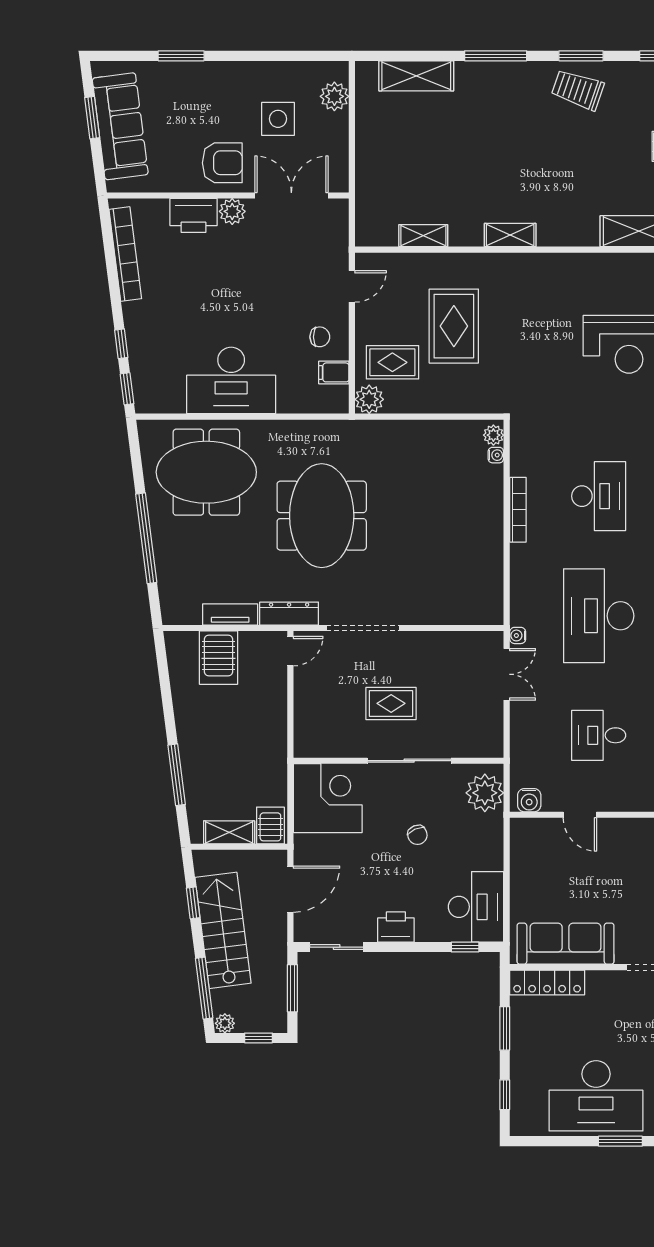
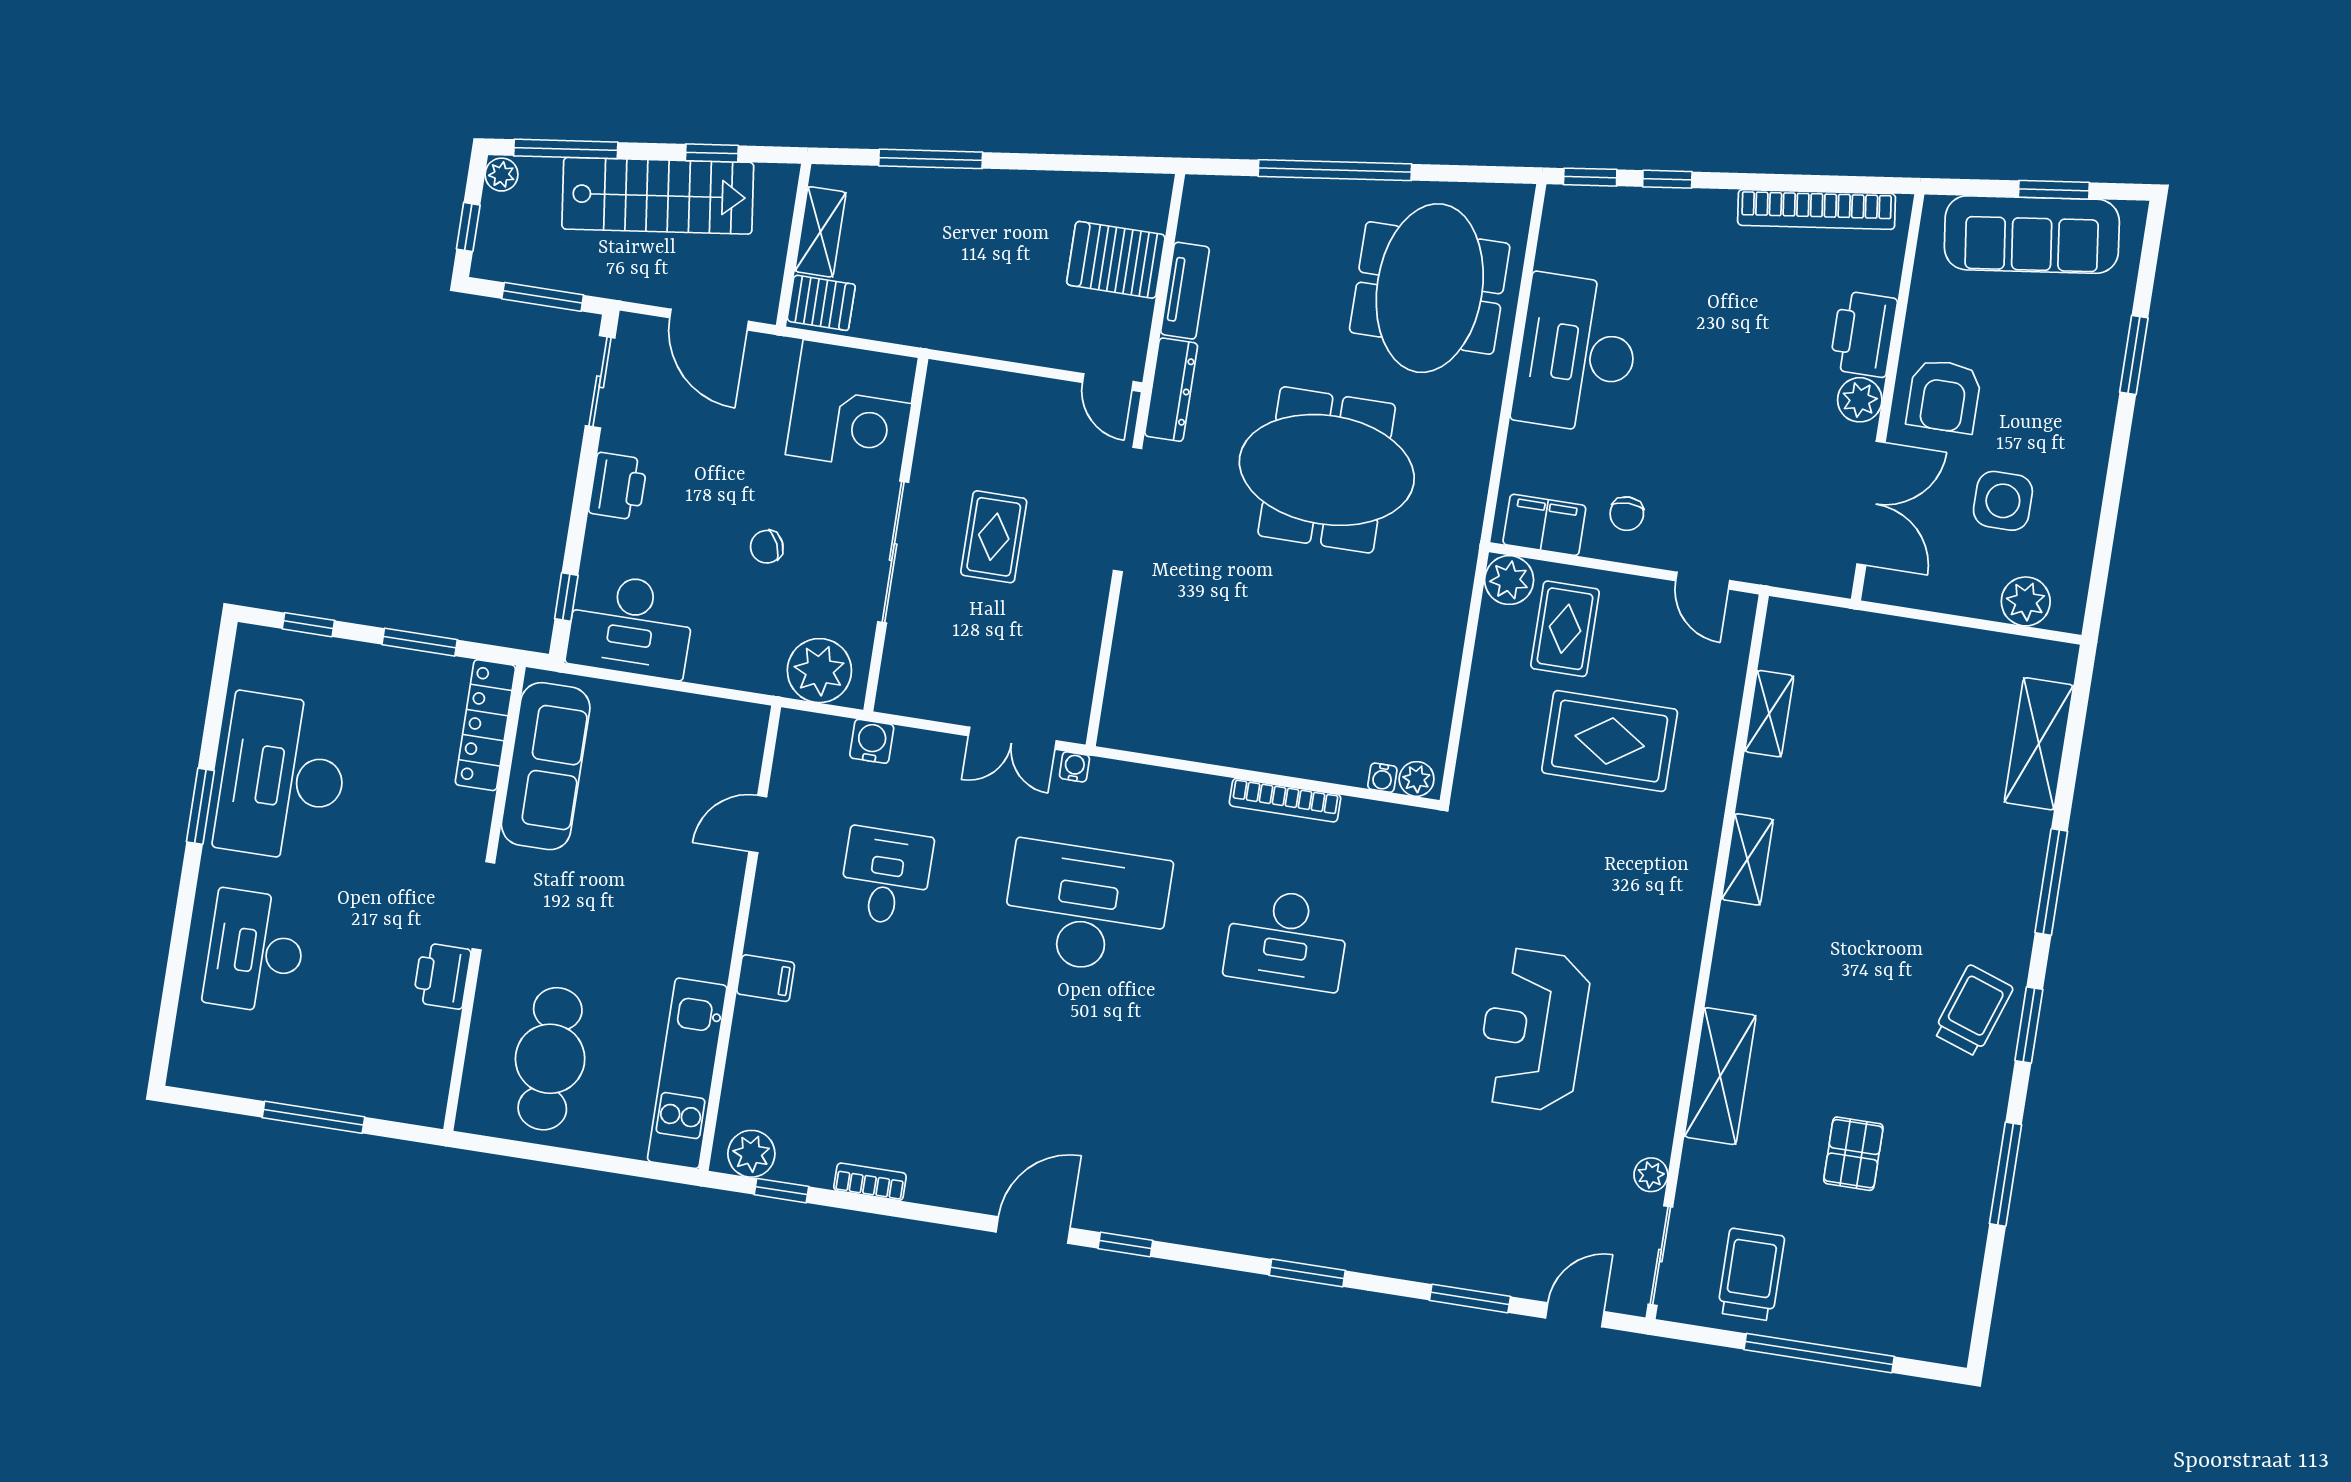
filing cabinet: (334, 372) -> (1544, 525), width x2.00
water cooler: (529, 800) -> (872, 741), moved, turned 90

